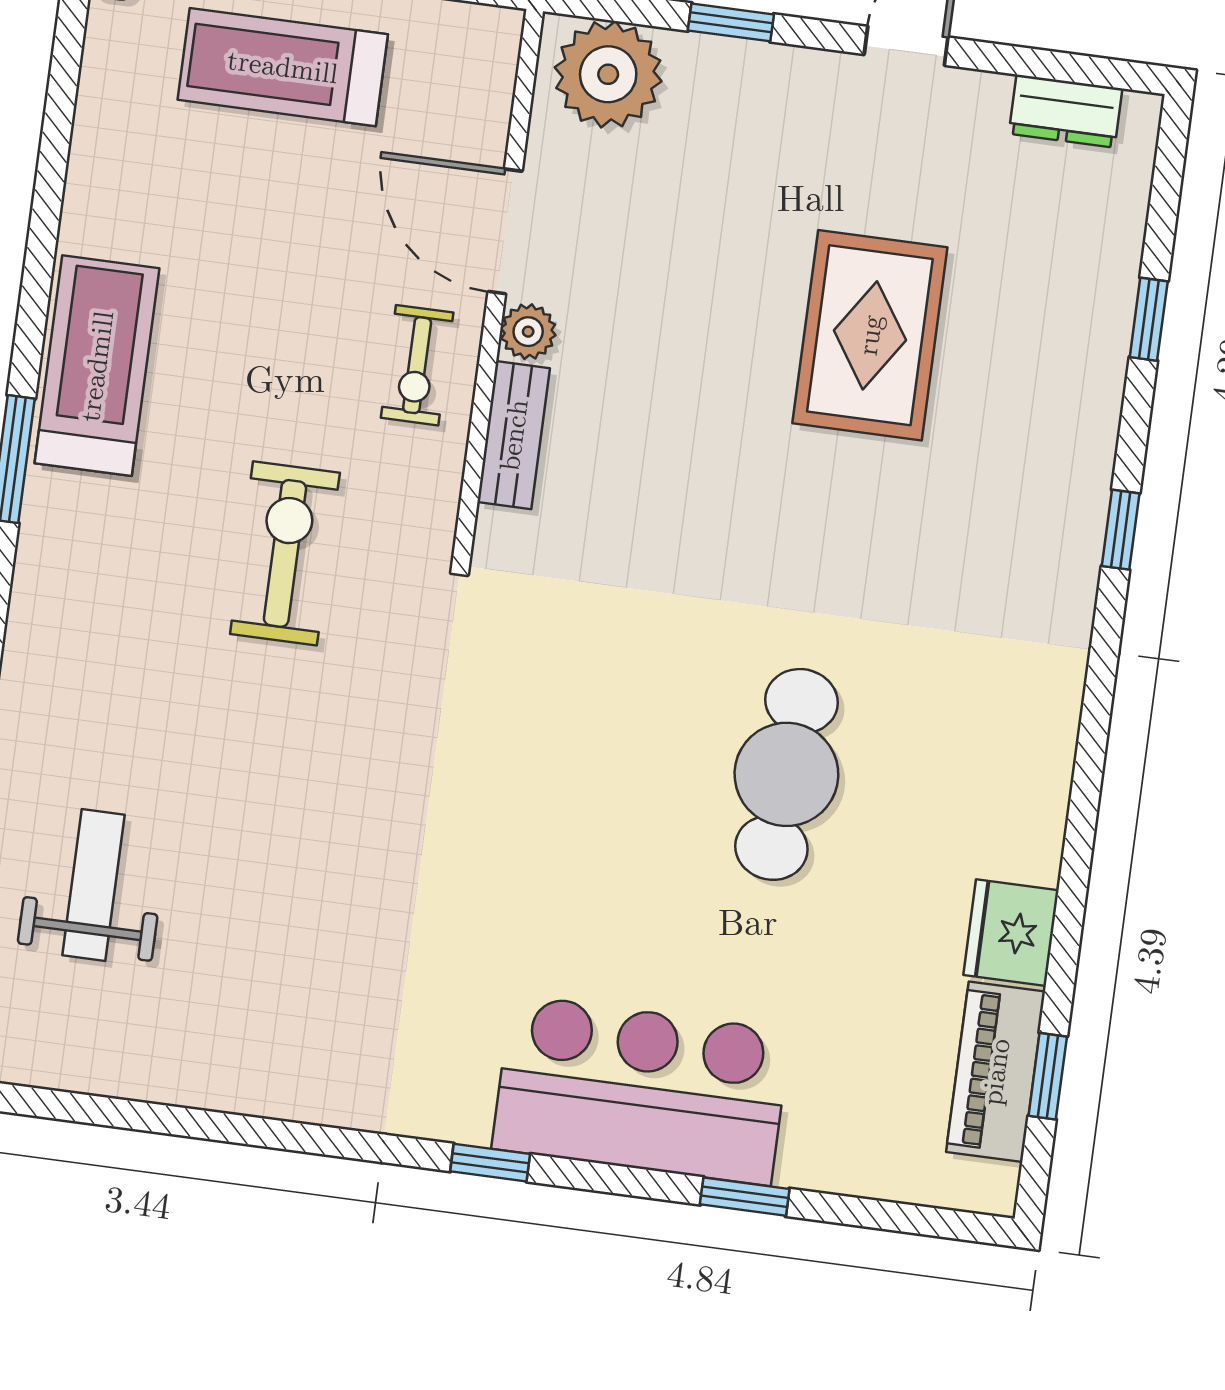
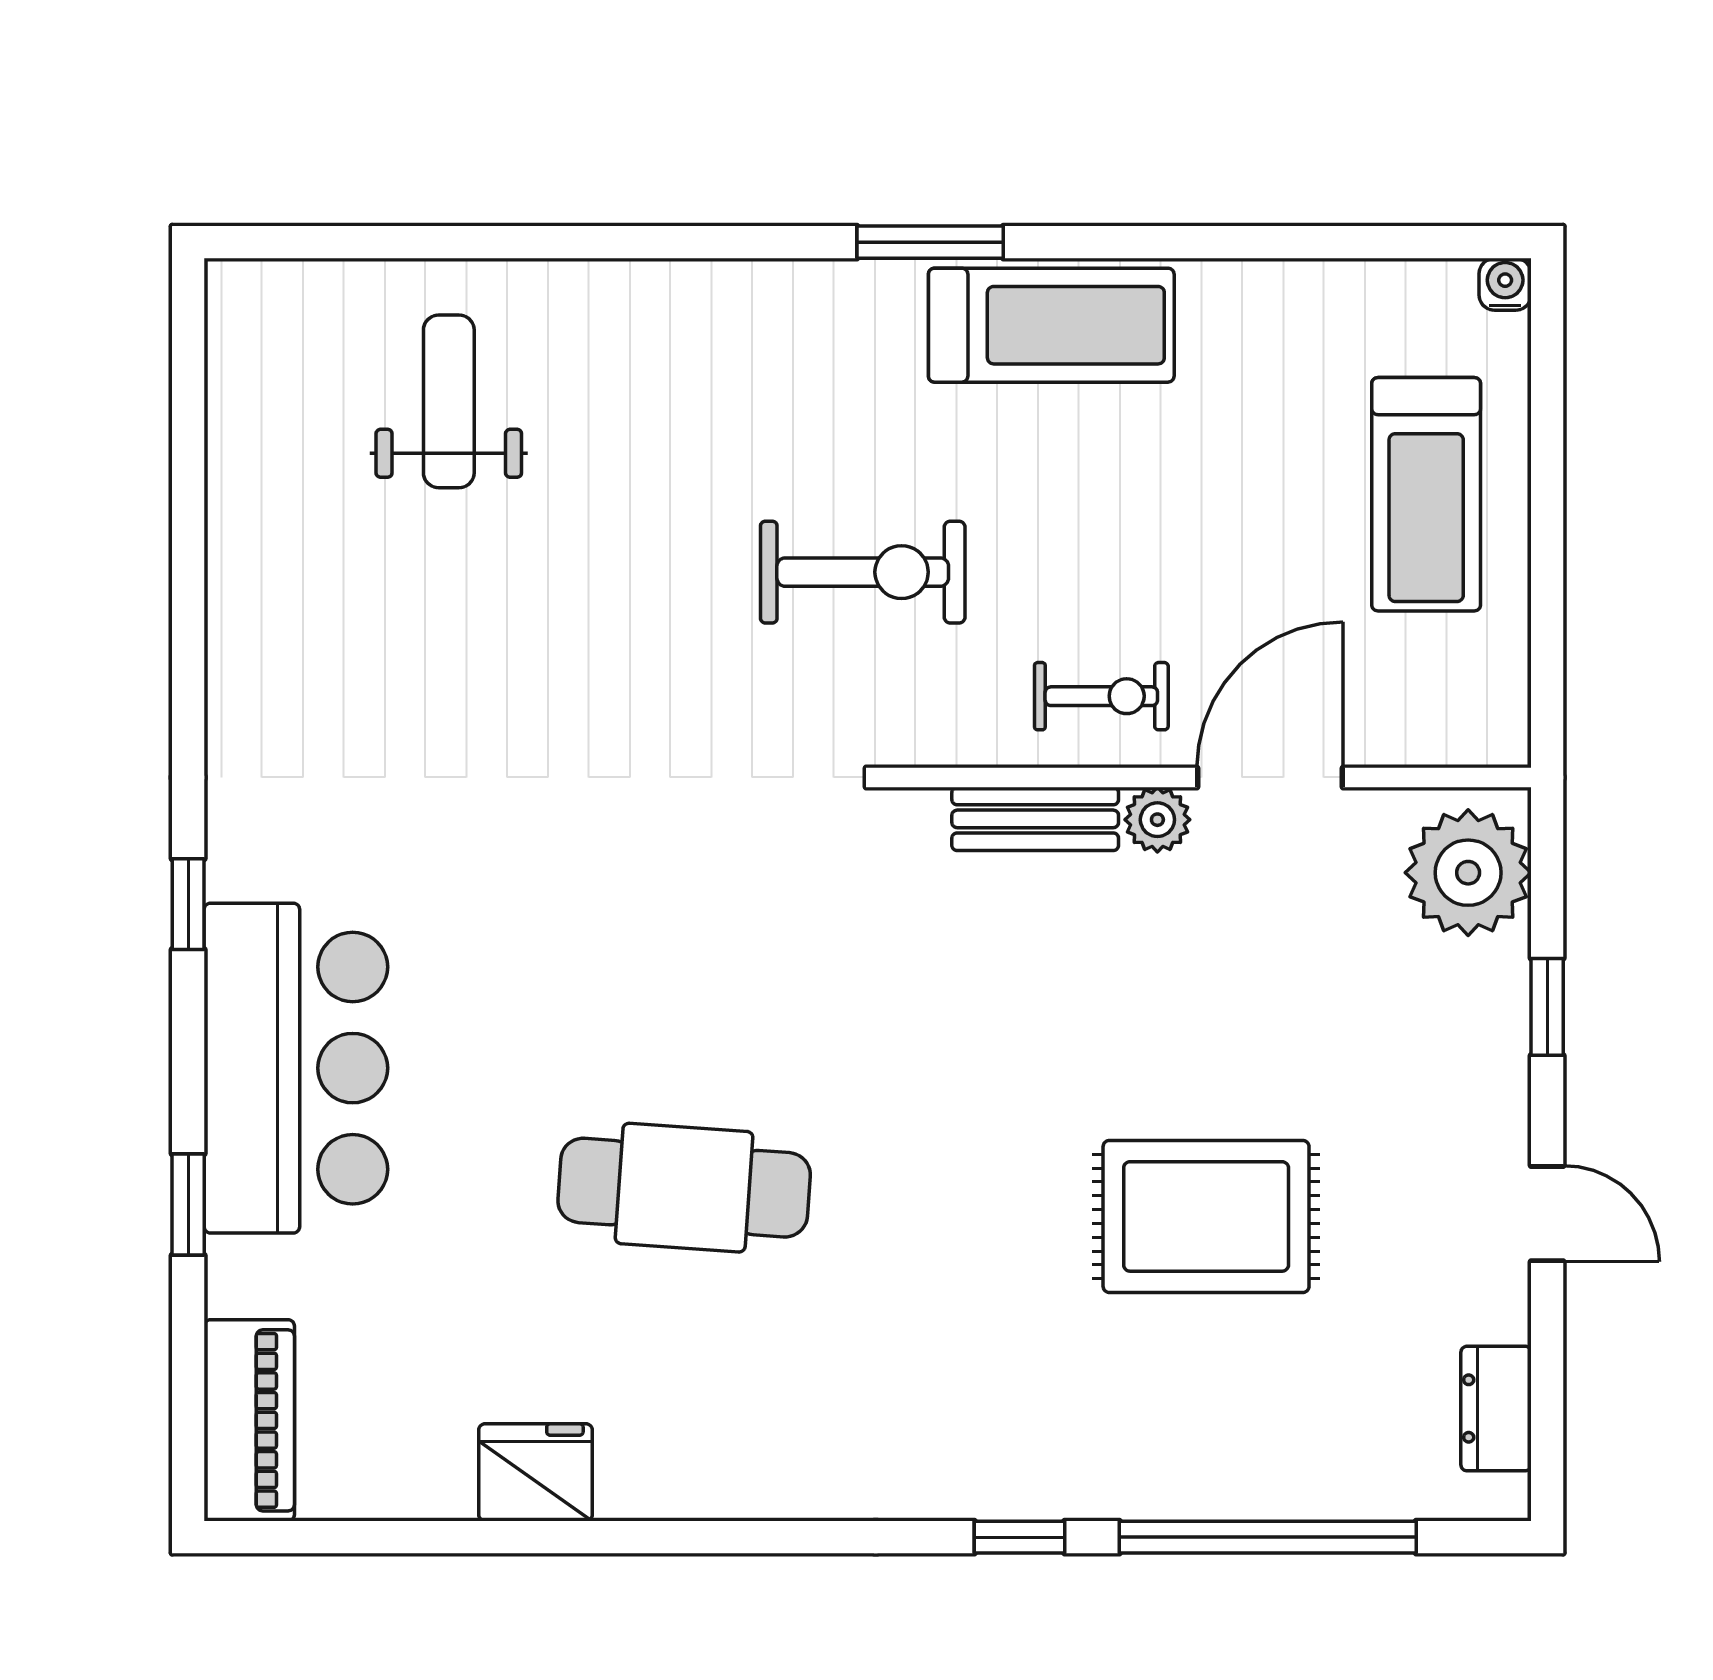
treadmill: (283, 67) -> (1426, 494), turned 180
window: (1149, 319) -> (1268, 1537), width x3.17
exercise bike: (417, 365) -> (1101, 696), turned 180
weight bench: (93, 885) -> (449, 401), turned -90
piano: (996, 1072) -> (249, 1420), moved, turned 90
window: (1048, 1076) -> (375, 1537), removed

